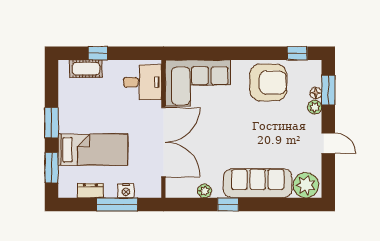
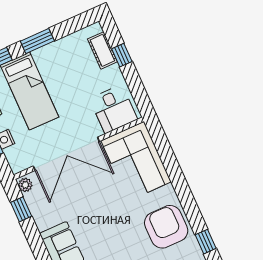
armchair: (268, 82) -> (166, 227), turned 180
plant: (205, 191) -> (25, 185), moved
window: (228, 204) -> (21, 209), moved

